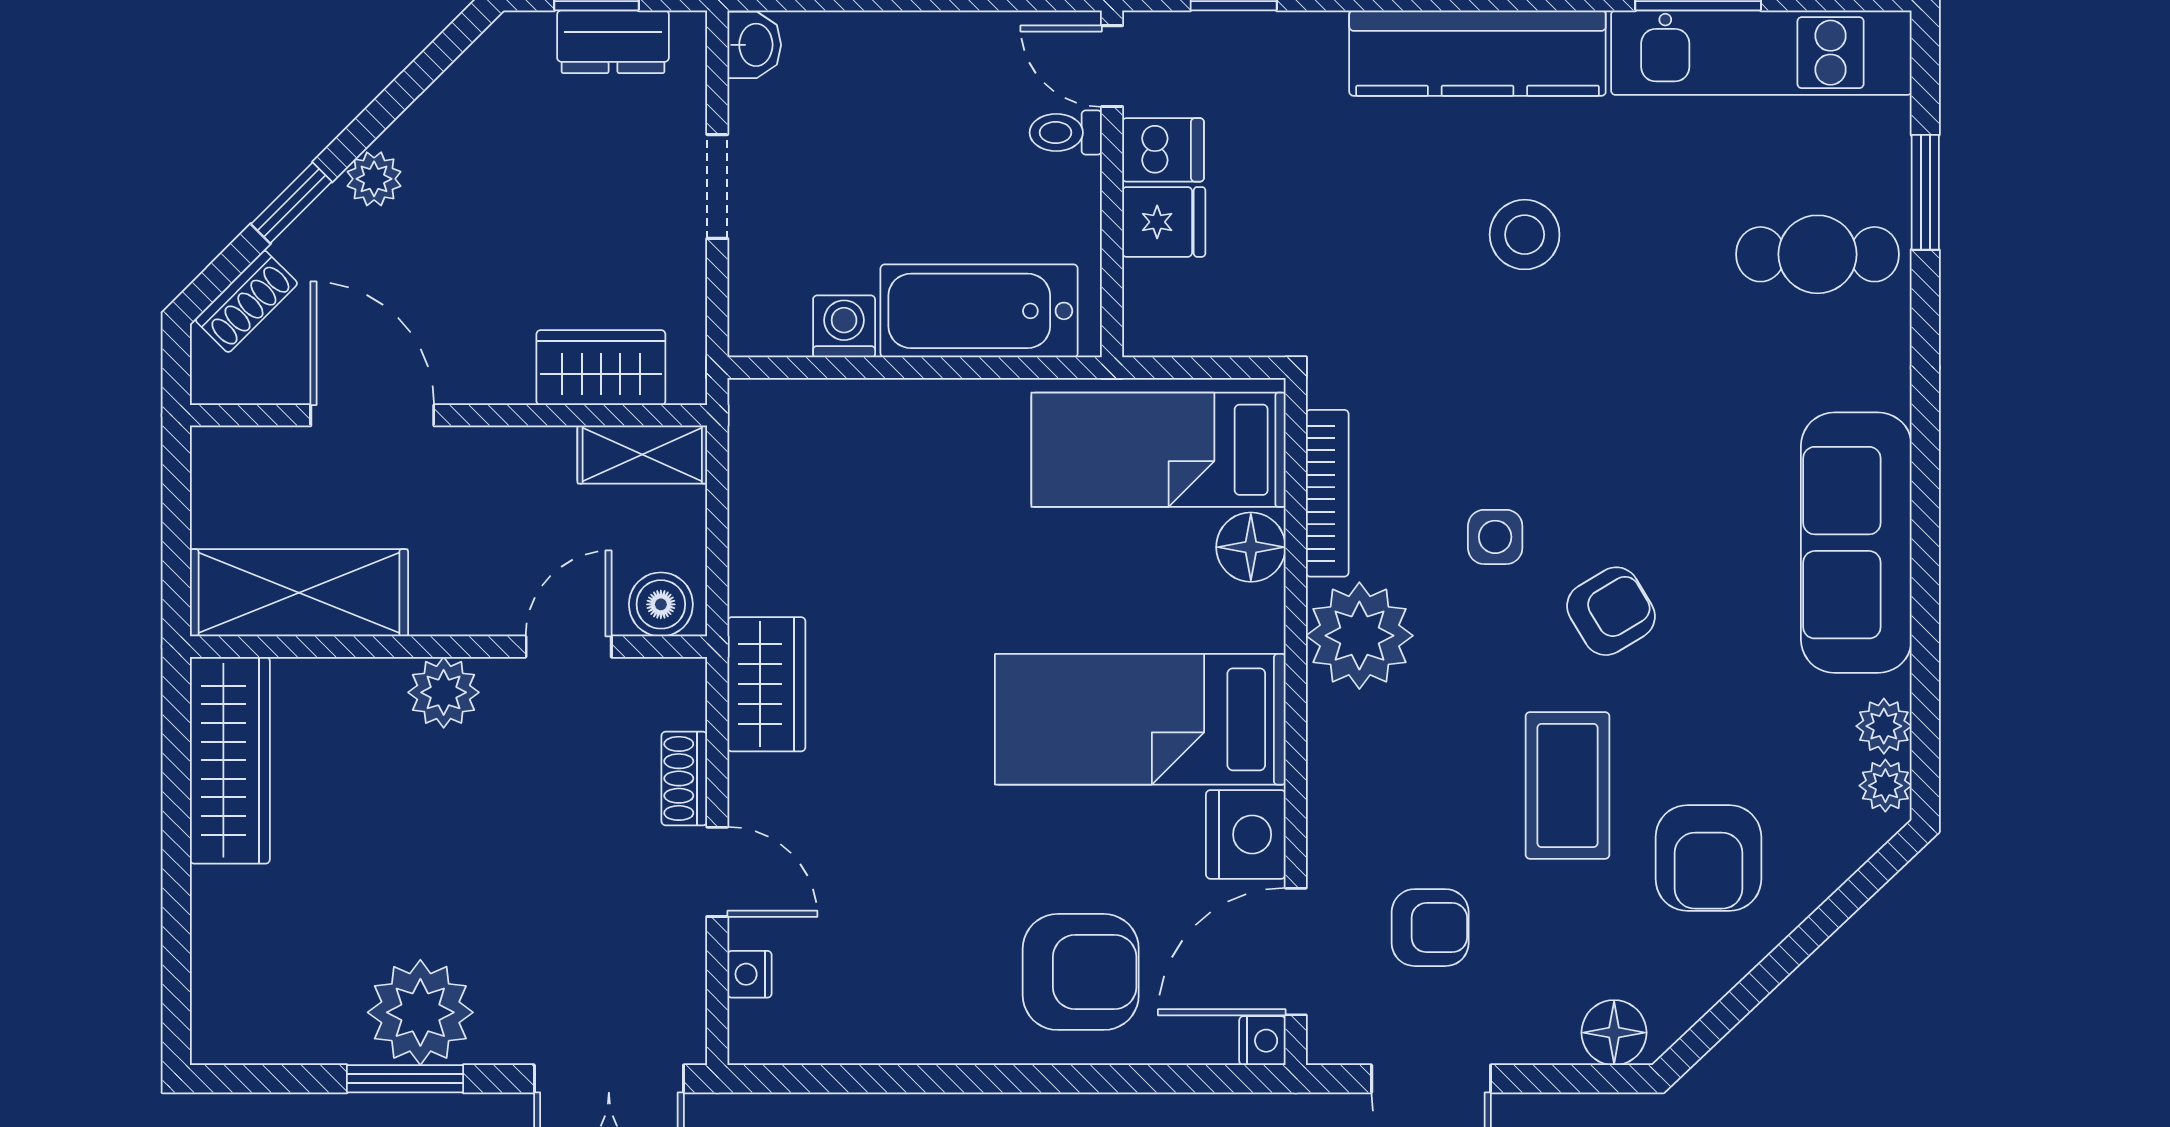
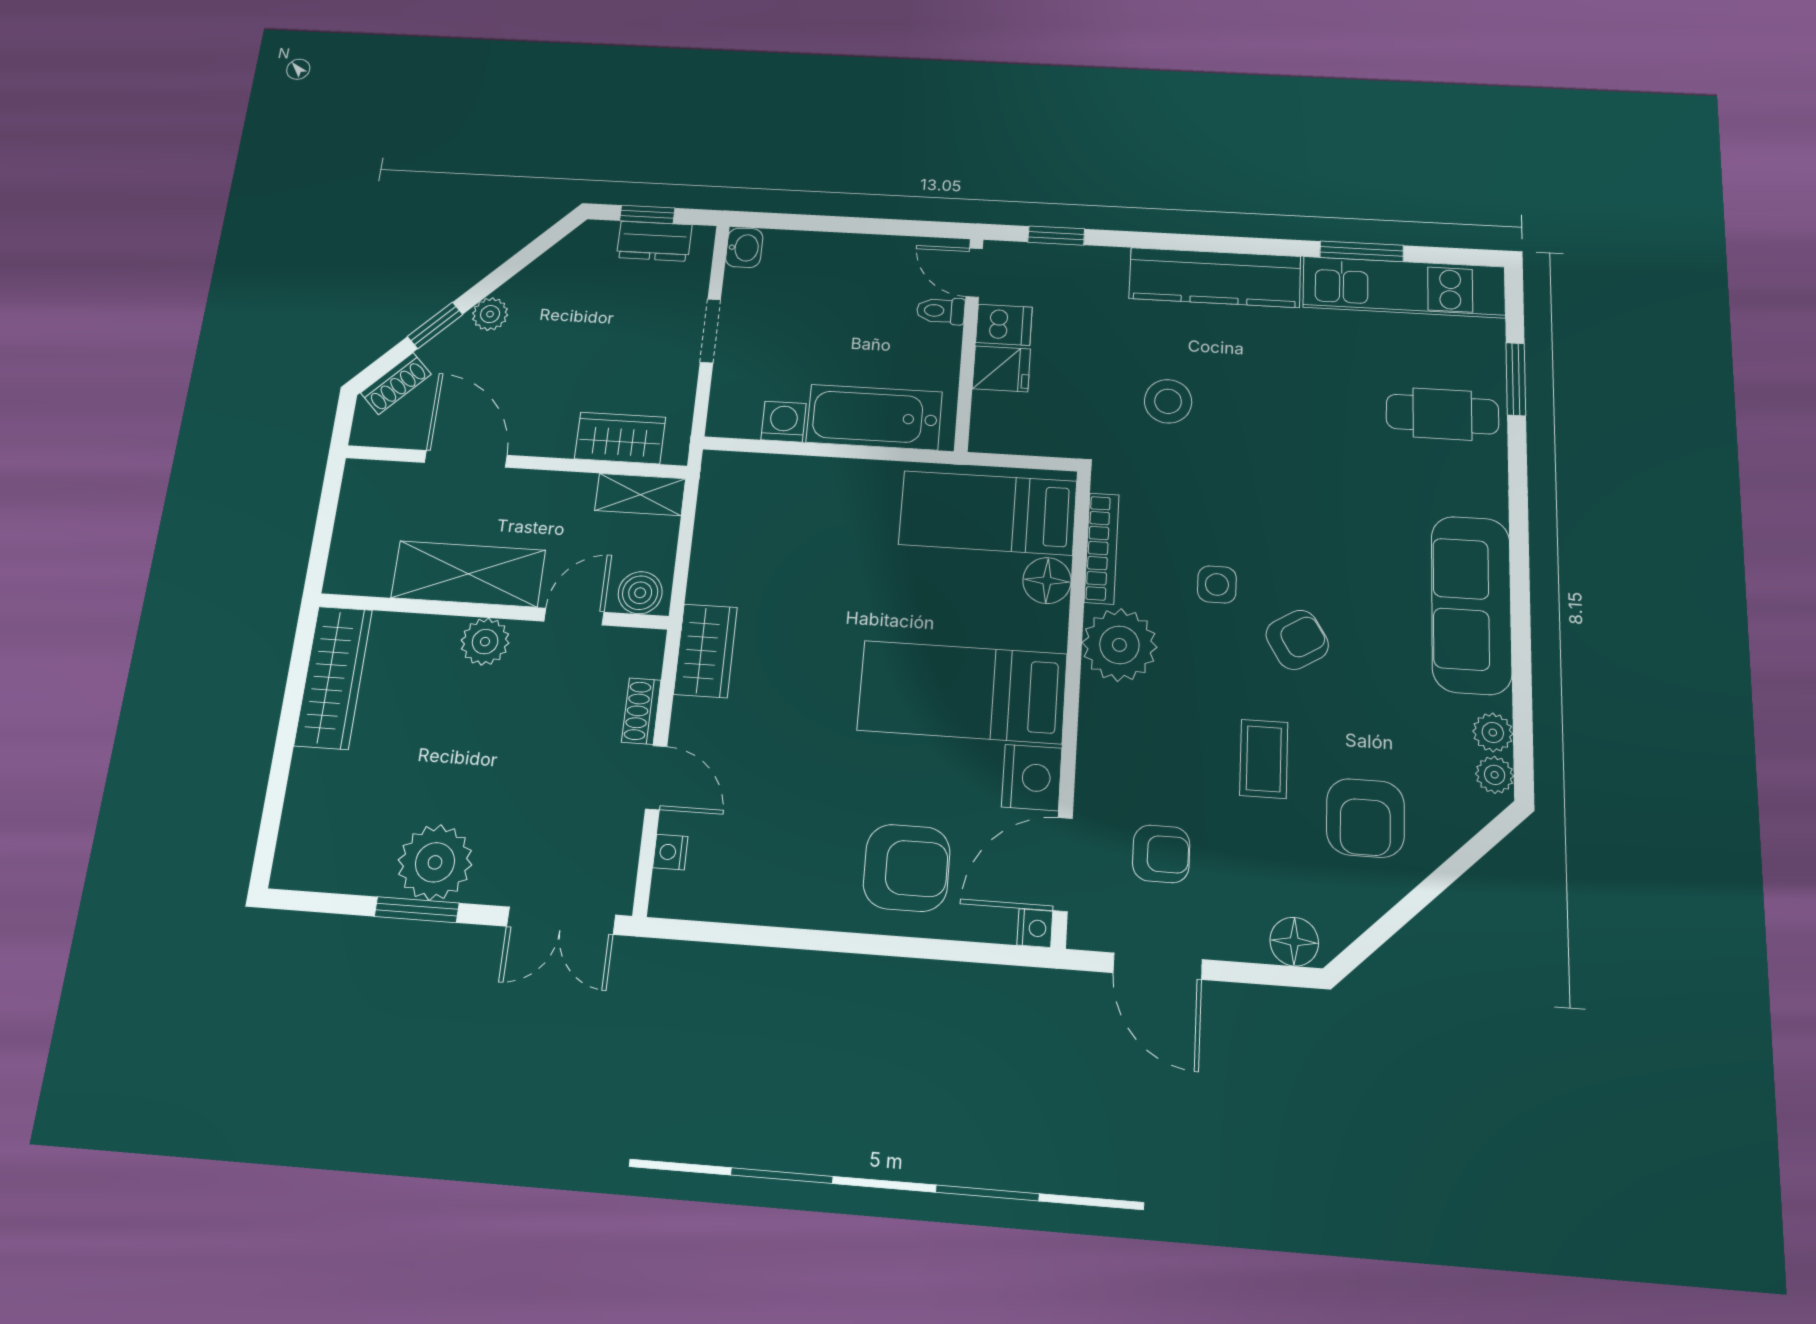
stool: (1525, 235) -> (1168, 401), moved
shelving: (299, 593) -> (468, 574), moved
coffee table: (1568, 785) -> (1264, 759), width x0.73, depth x0.77

